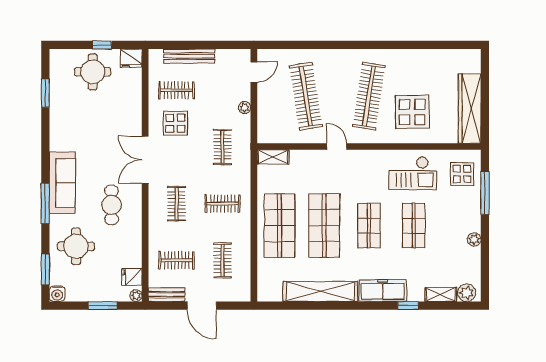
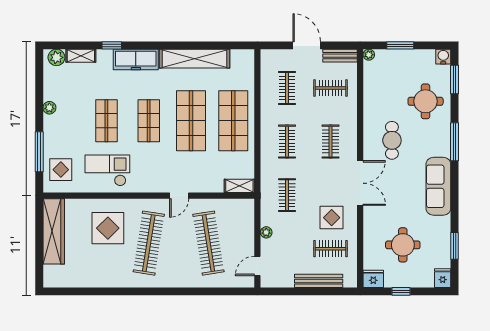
round table: (93, 72) -> (403, 245), moved
door: (337, 147) -> (179, 196), hinge flipped
sofa: (62, 183) -> (438, 186), moved
clothes rail: (223, 204) -> (287, 142), turned 90
fridge: (132, 277) -> (443, 278), moved, turned -90

